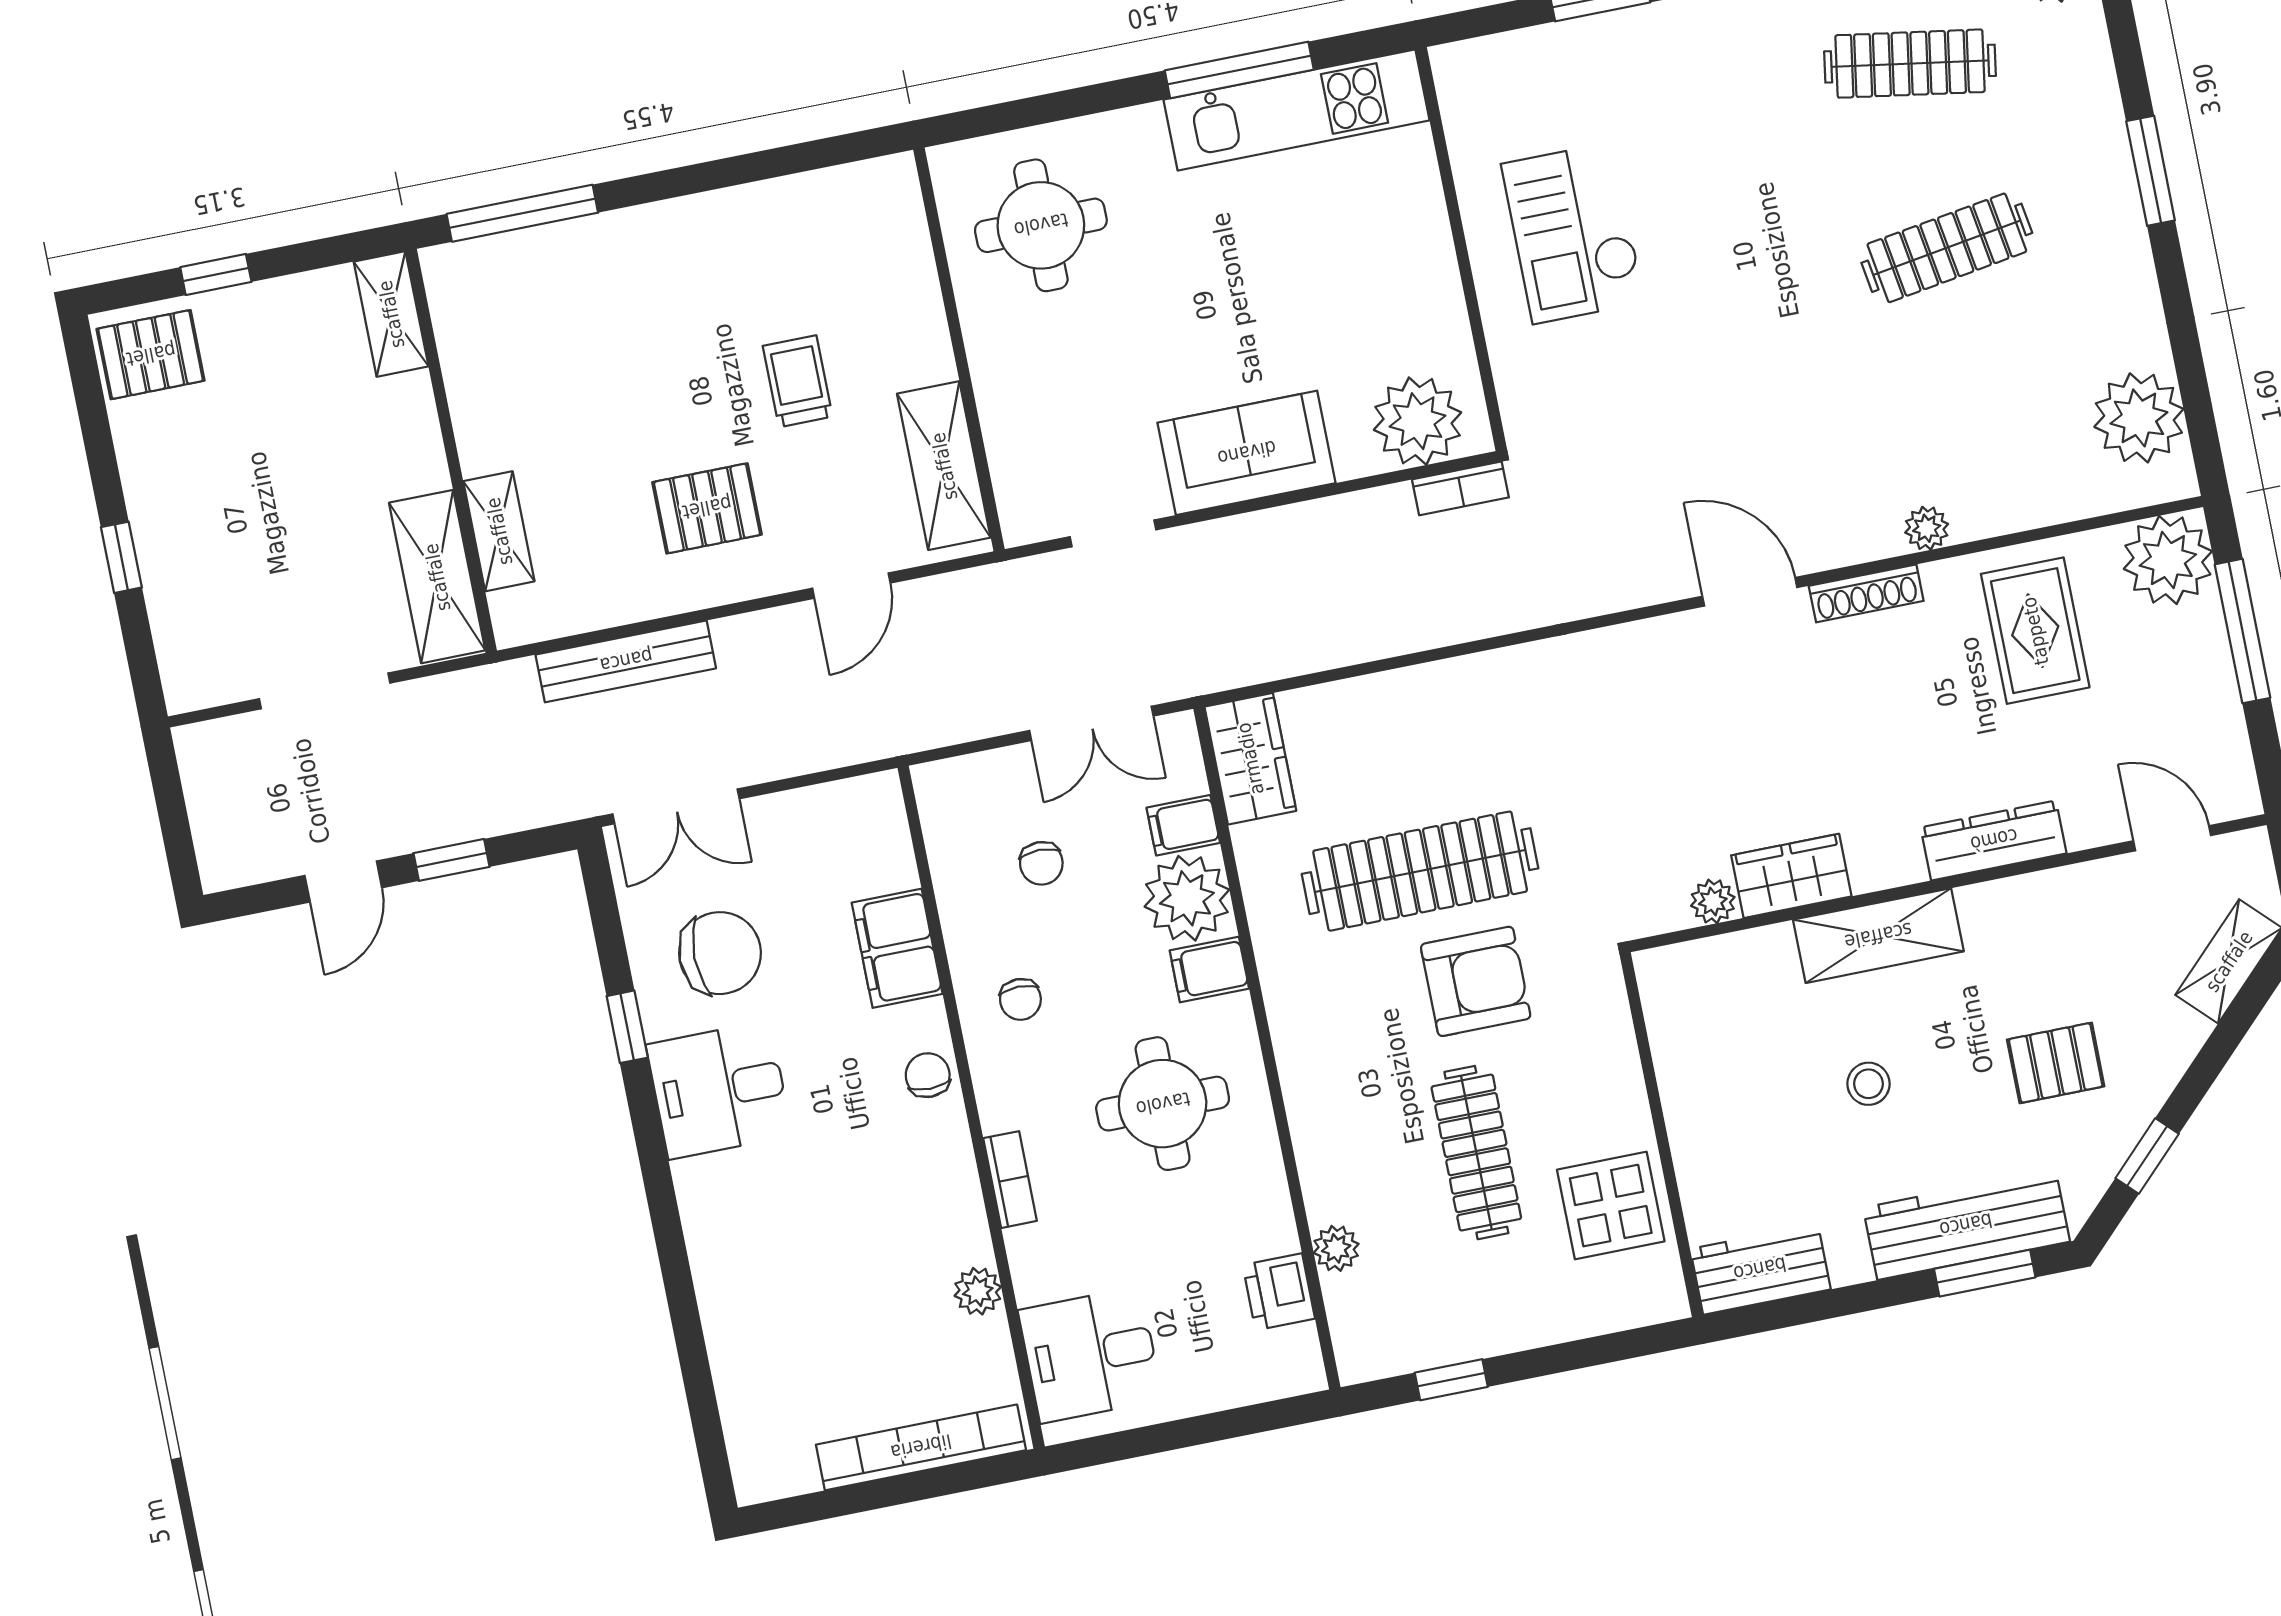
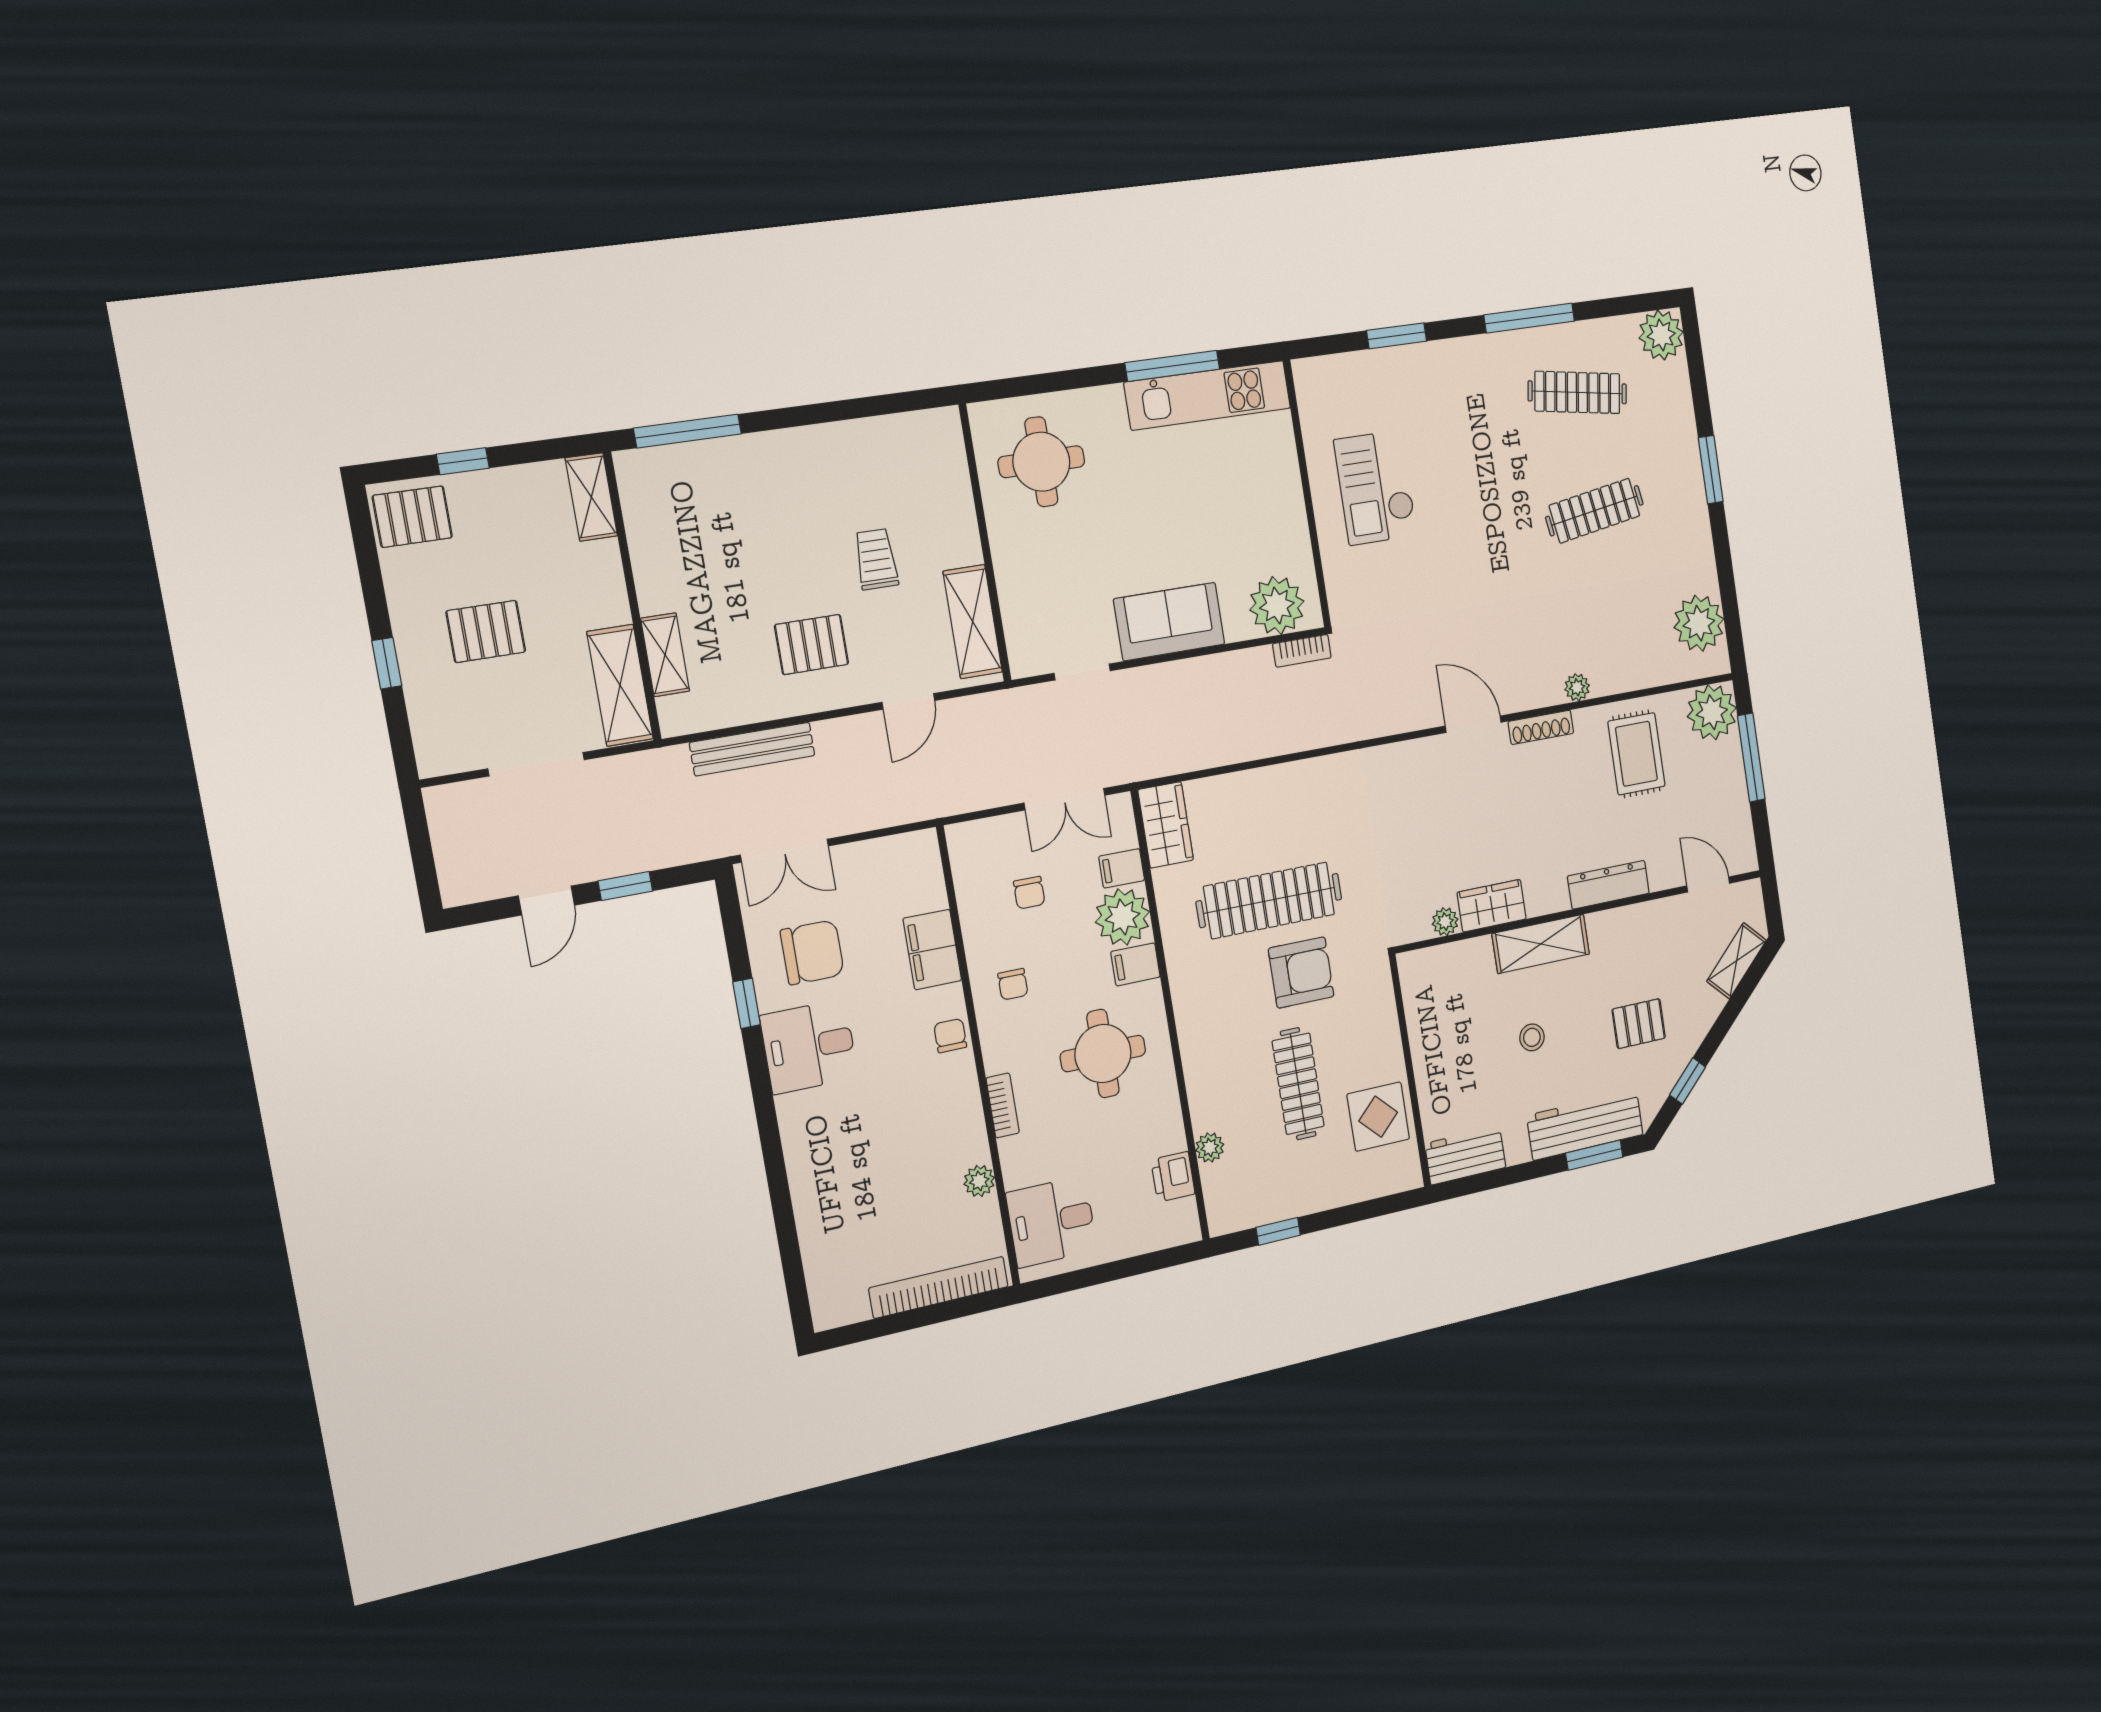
pallet: (252, 508) -> (486, 631), added

